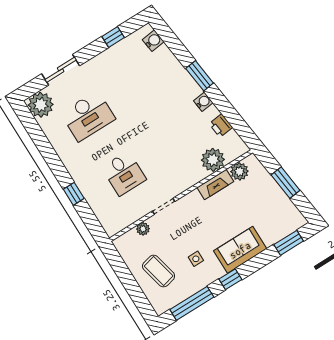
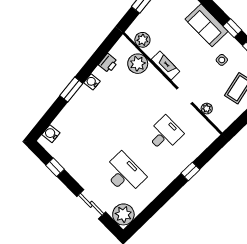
fireplace: (215, 185) -> (166, 65), moved

